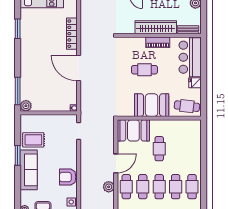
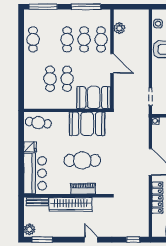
piano: (158, 42) -> (83, 189), moved
cafe table: (144, 70) -> (82, 160), width x1.37, depth x1.35
booth: (152, 105) -> (87, 124), moved
door: (116, 163) -> (112, 63), swing flipped
plant: (109, 187) -> (119, 28), moved
cafe table: (176, 187) -> (50, 79), moved

